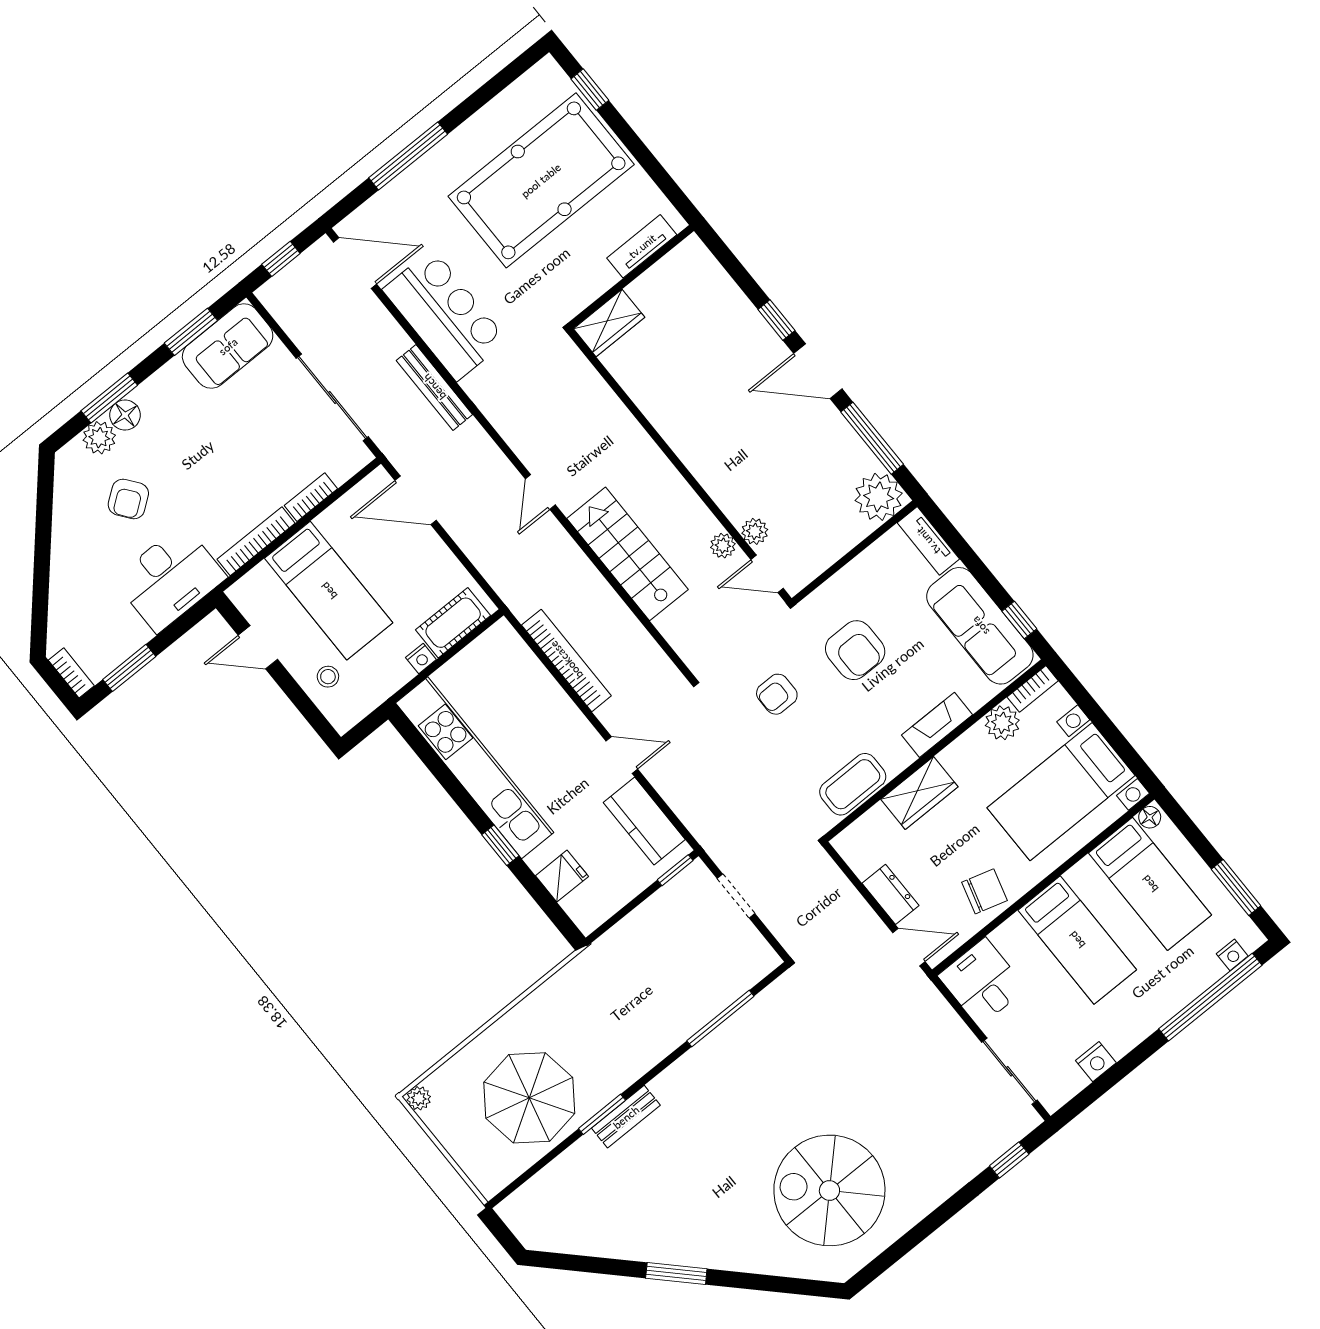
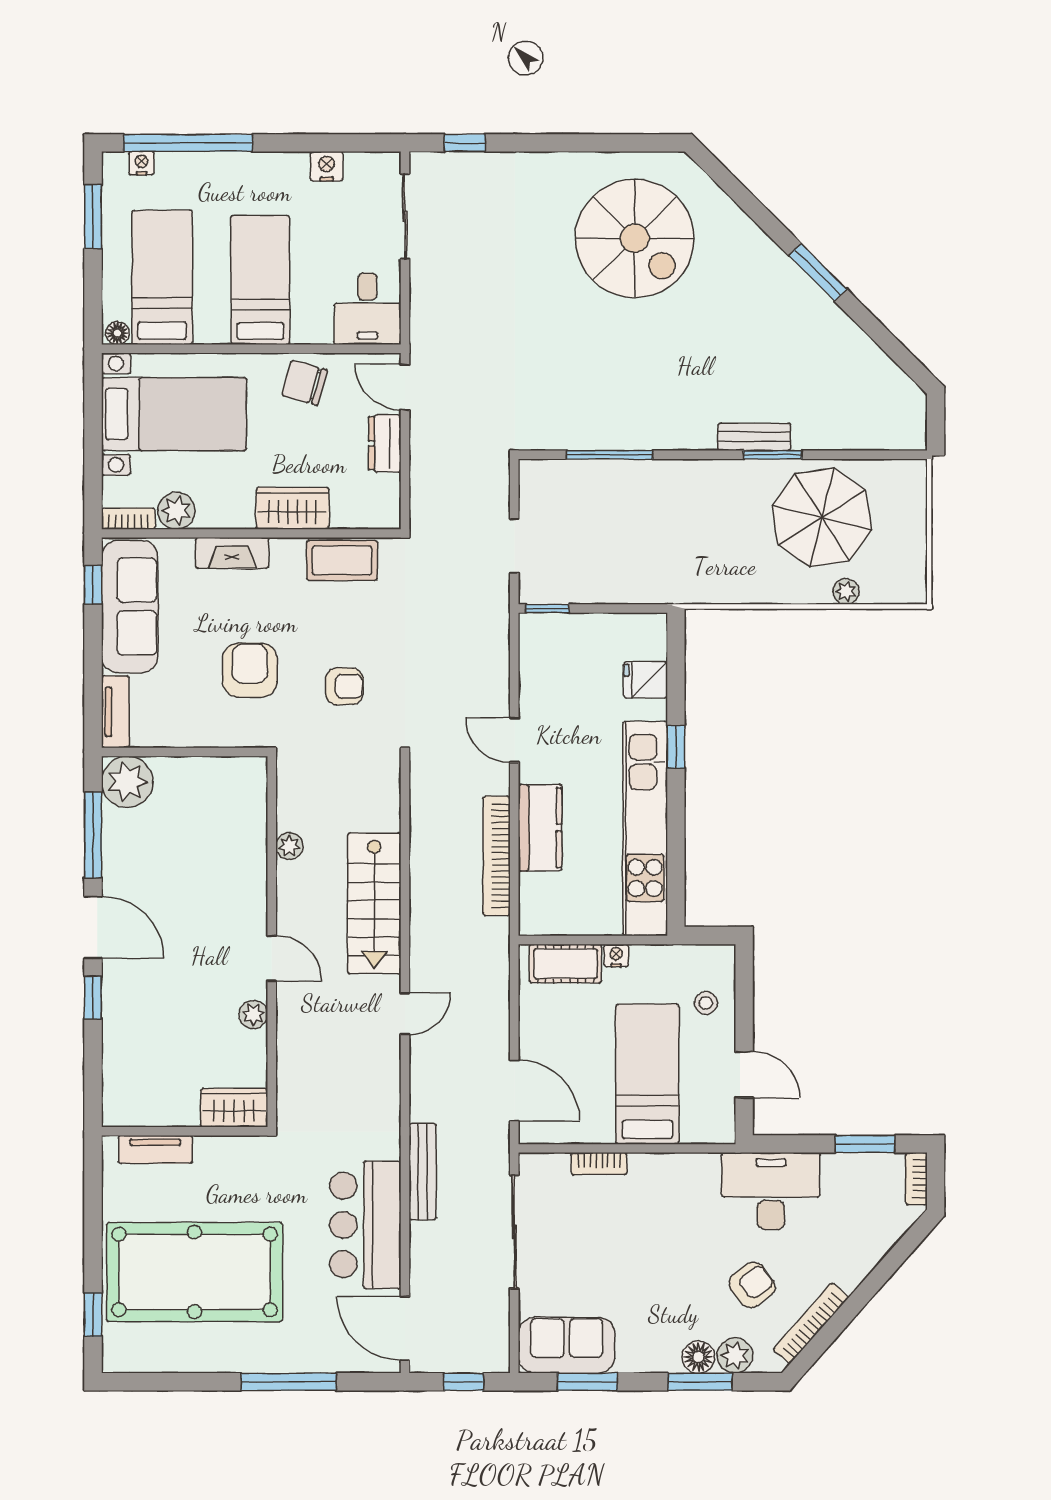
plant: (755, 531) -> (253, 1014), moved
bookcase: (256, 541) -> (811, 1323), moved, turned 131
door: (767, 574) -> (272, 958), moved
kitchen counter: (644, 821) -> (540, 828), moved
plant: (419, 1098) -> (846, 591), moved

